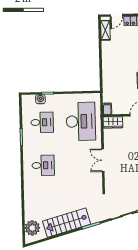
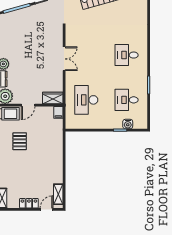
desk: (81, 121) -> (86, 100), width x0.73, depth x0.77

